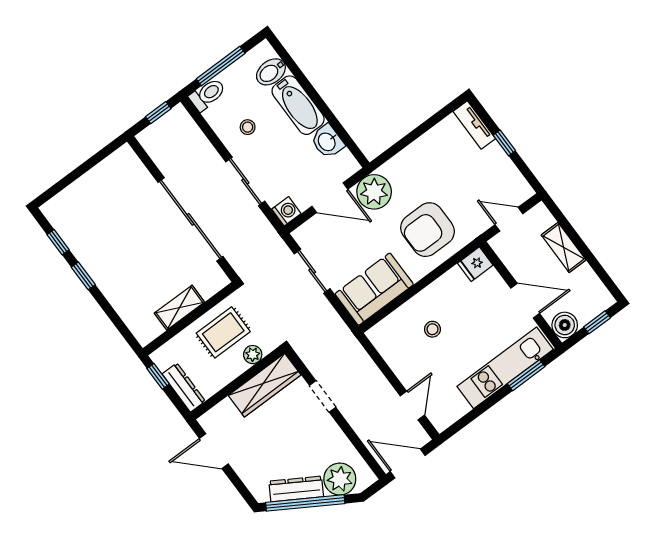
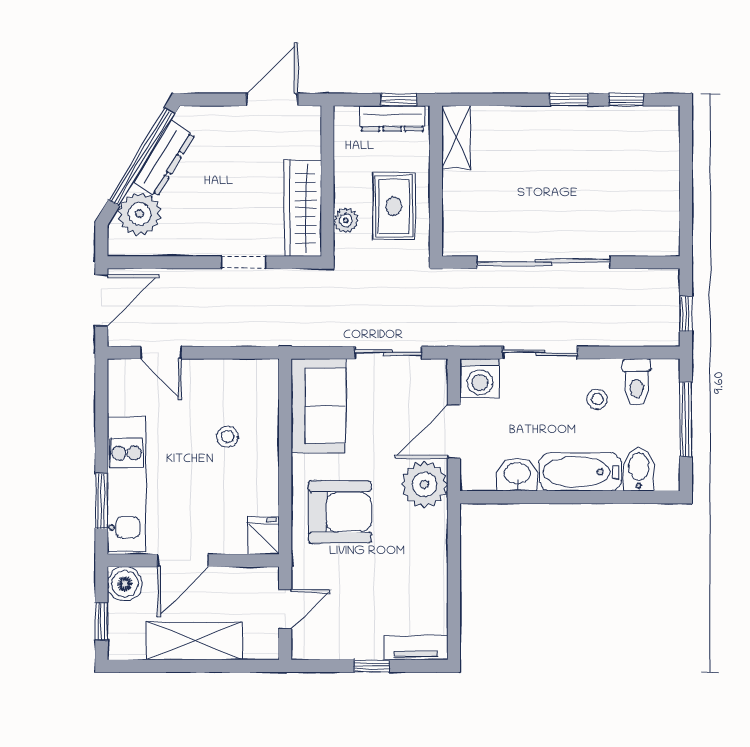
toilet: (208, 95) -> (637, 382), moved
washing machine: (286, 211) -> (480, 379), width x1.38, depth x1.38
armchair: (428, 230) -> (340, 512), turned 90
shelving: (564, 247) -> (194, 641), width x1.50, depth x1.33
shelving: (179, 308) -> (456, 138), moved
dresser: (184, 388) -> (392, 118), moved

